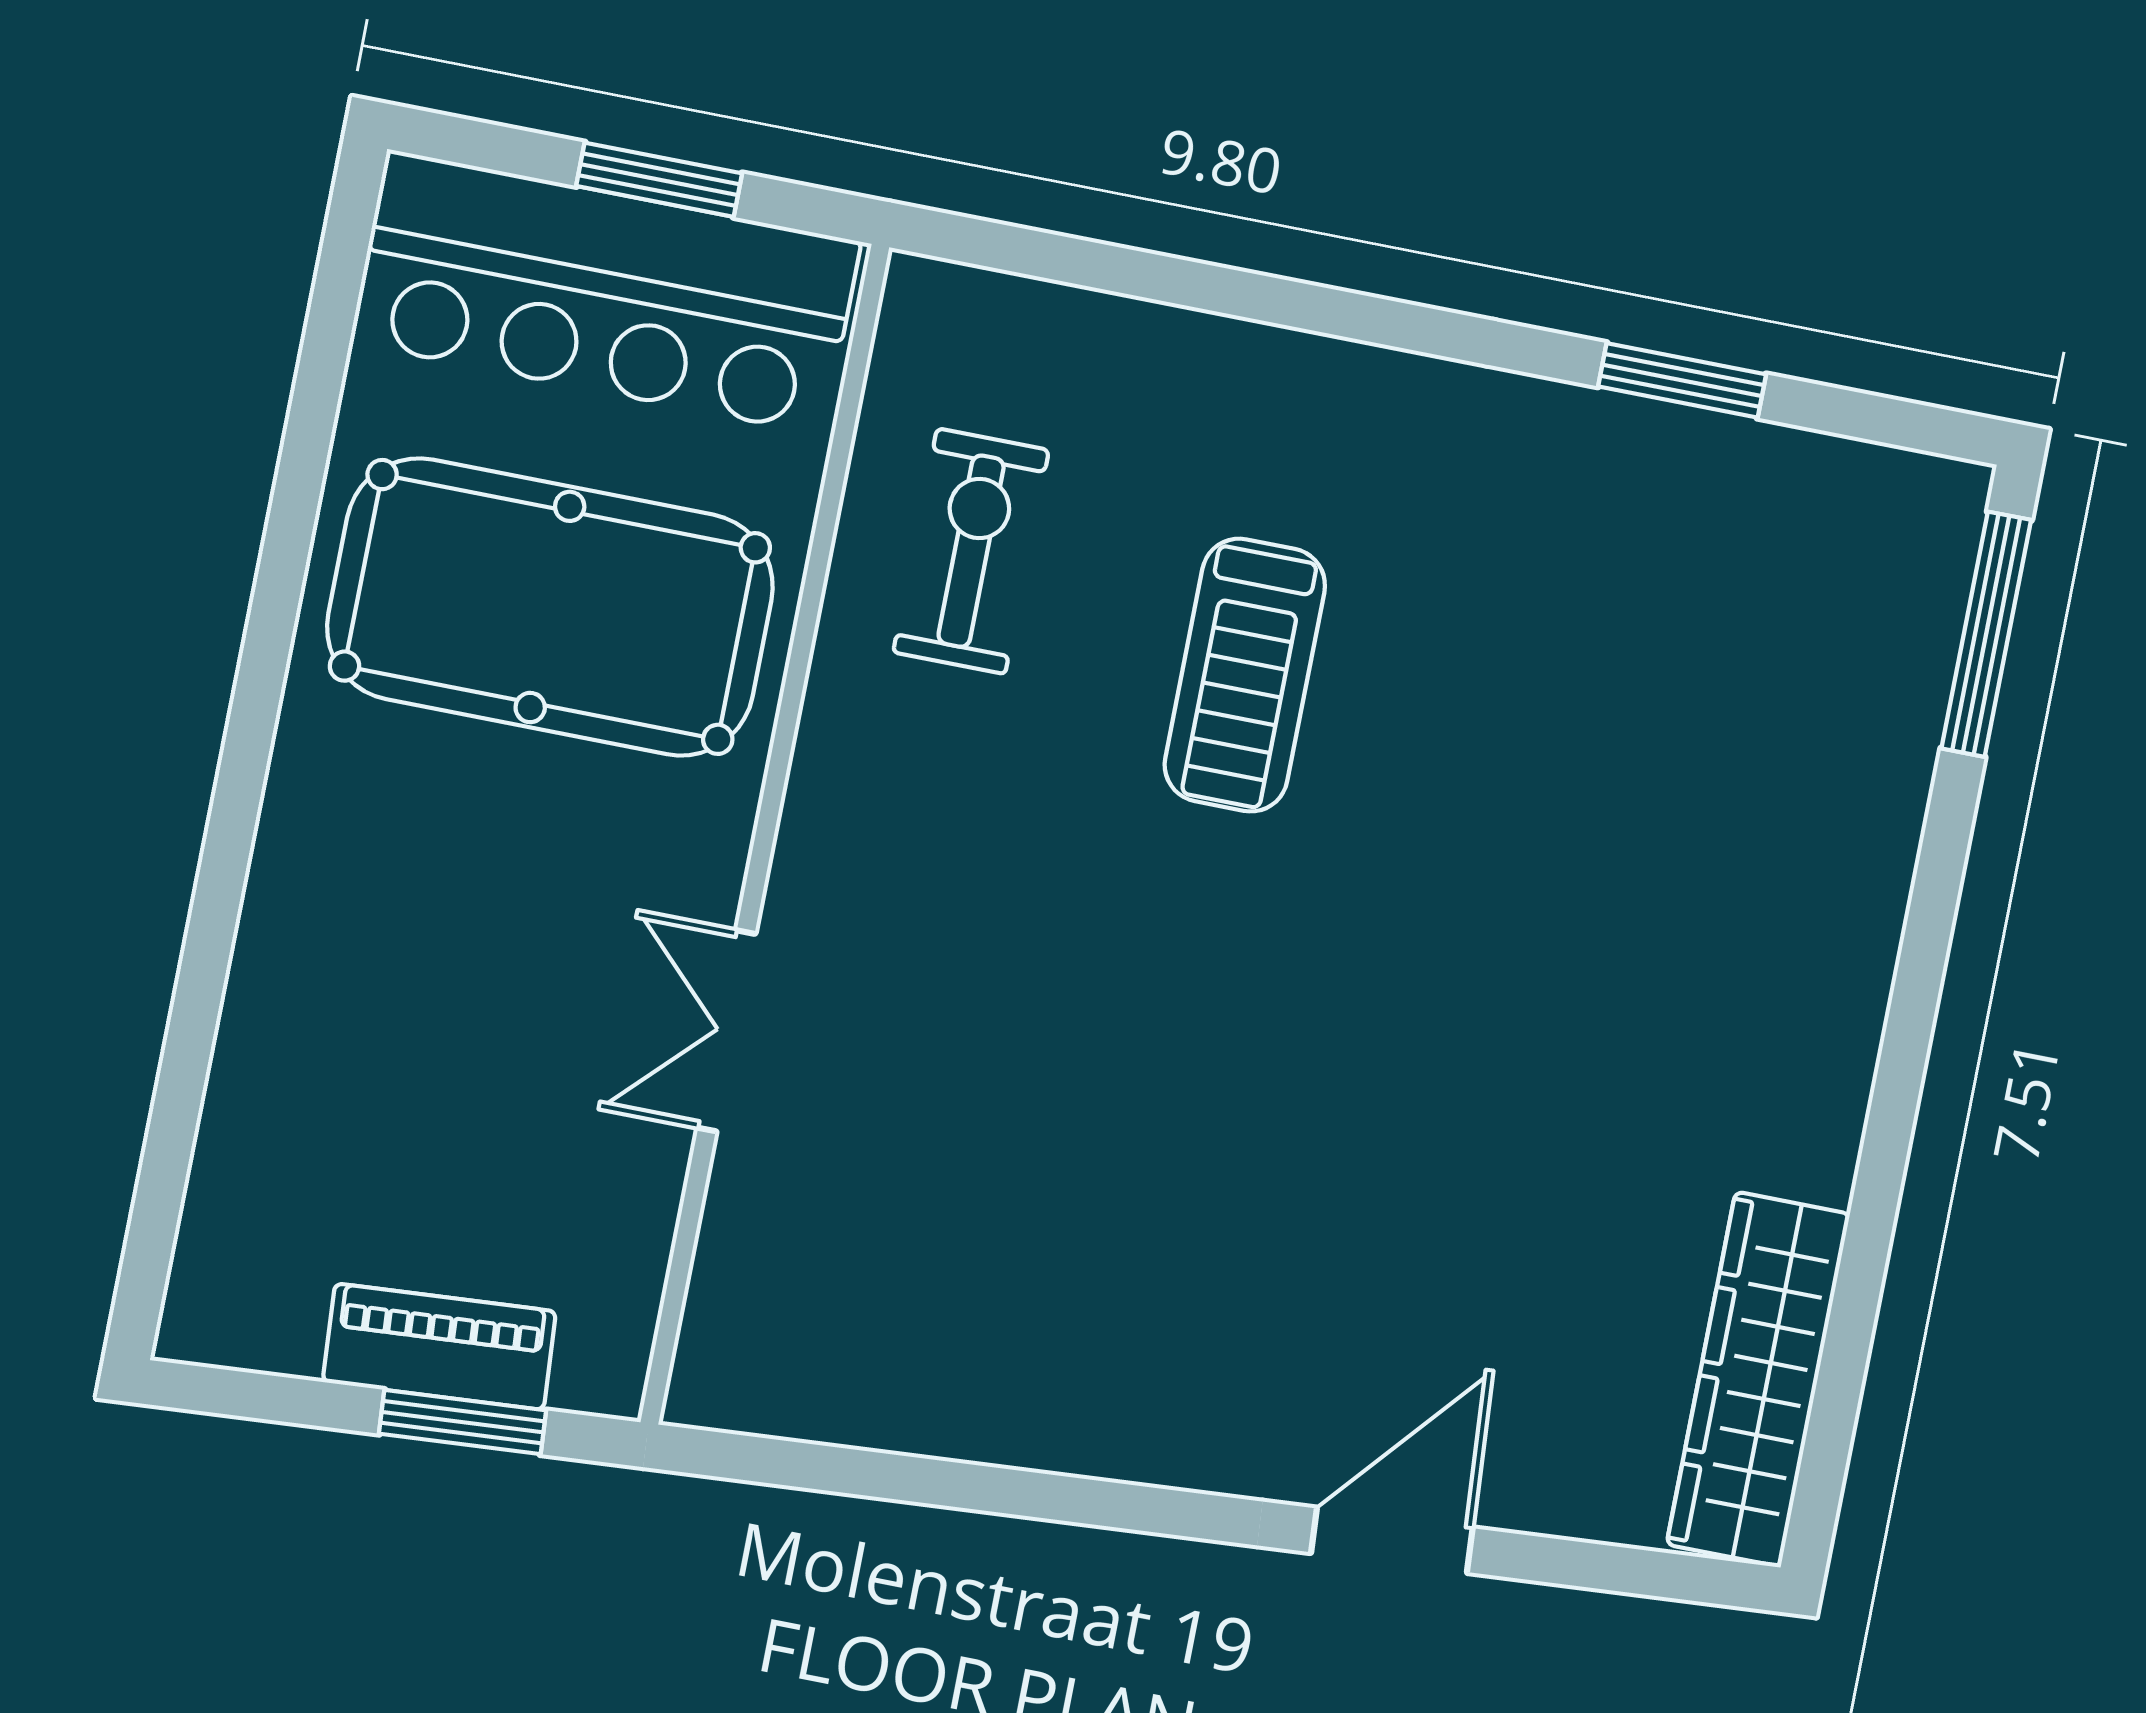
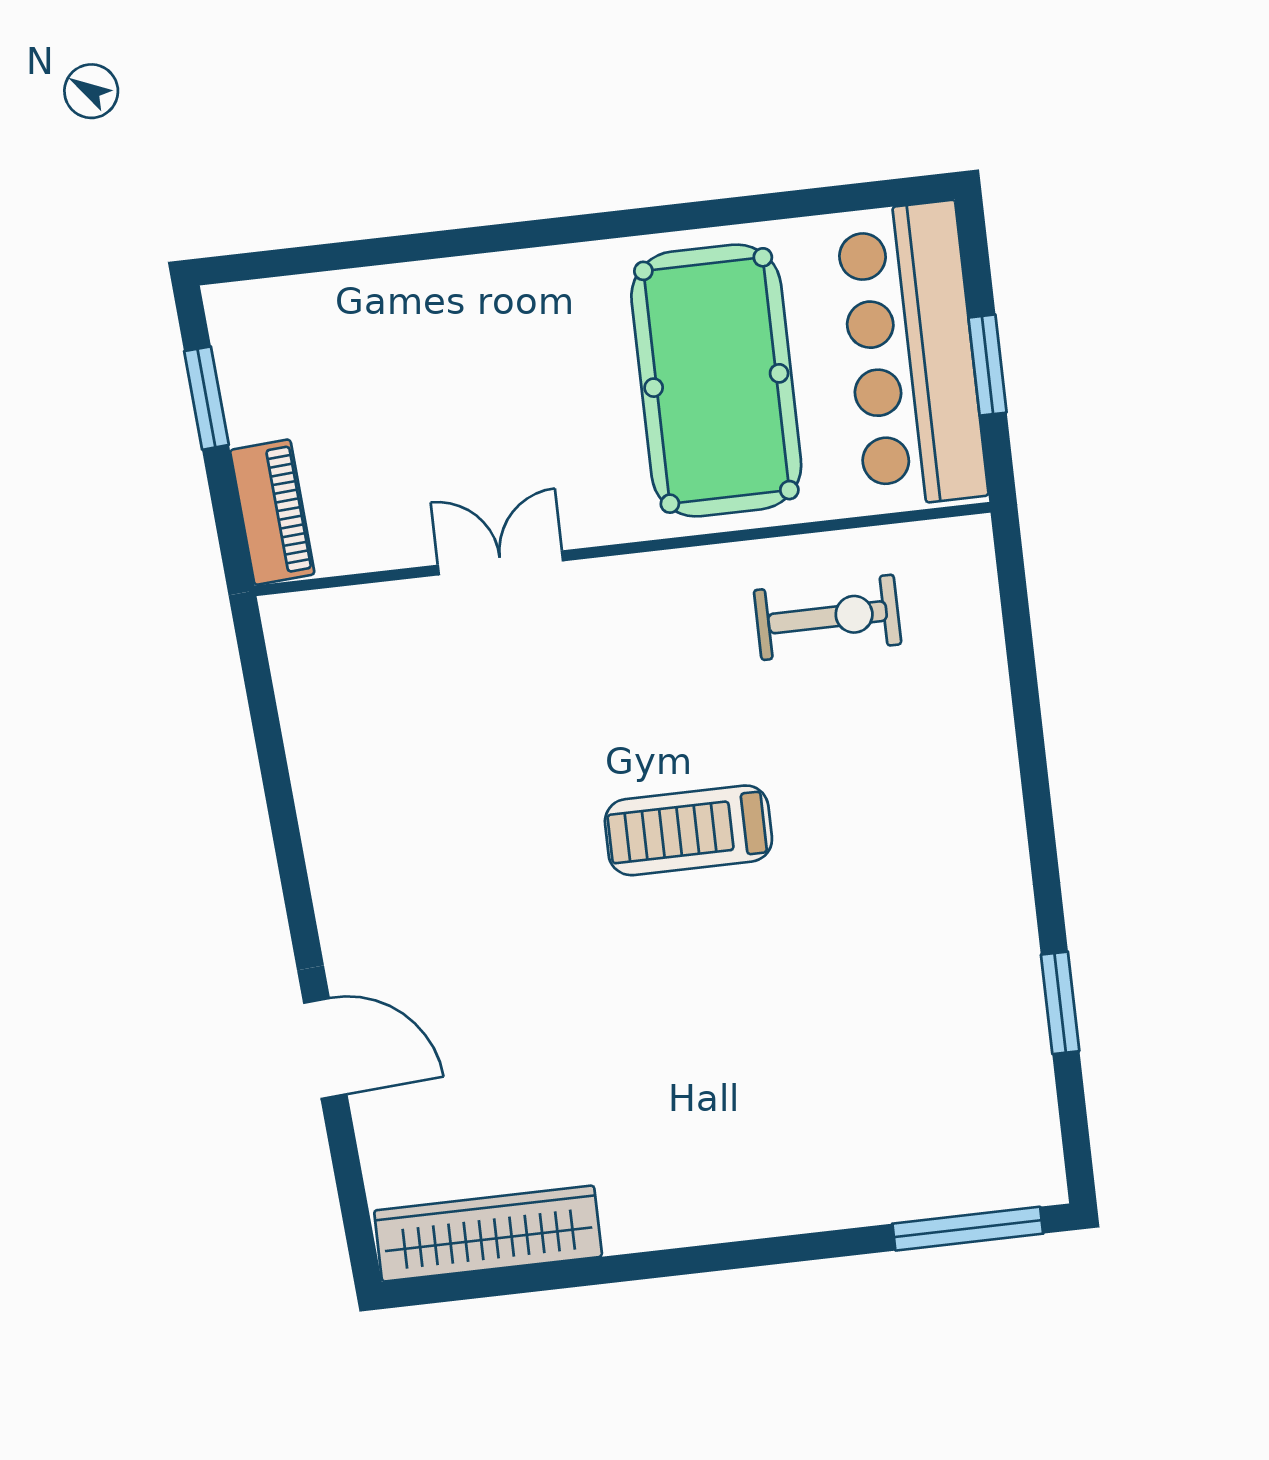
treadmill: (1245, 675) -> (688, 830), moved
piano: (439, 1347) -> (272, 512), moved
window: (463, 1422) -> (206, 398), moved

